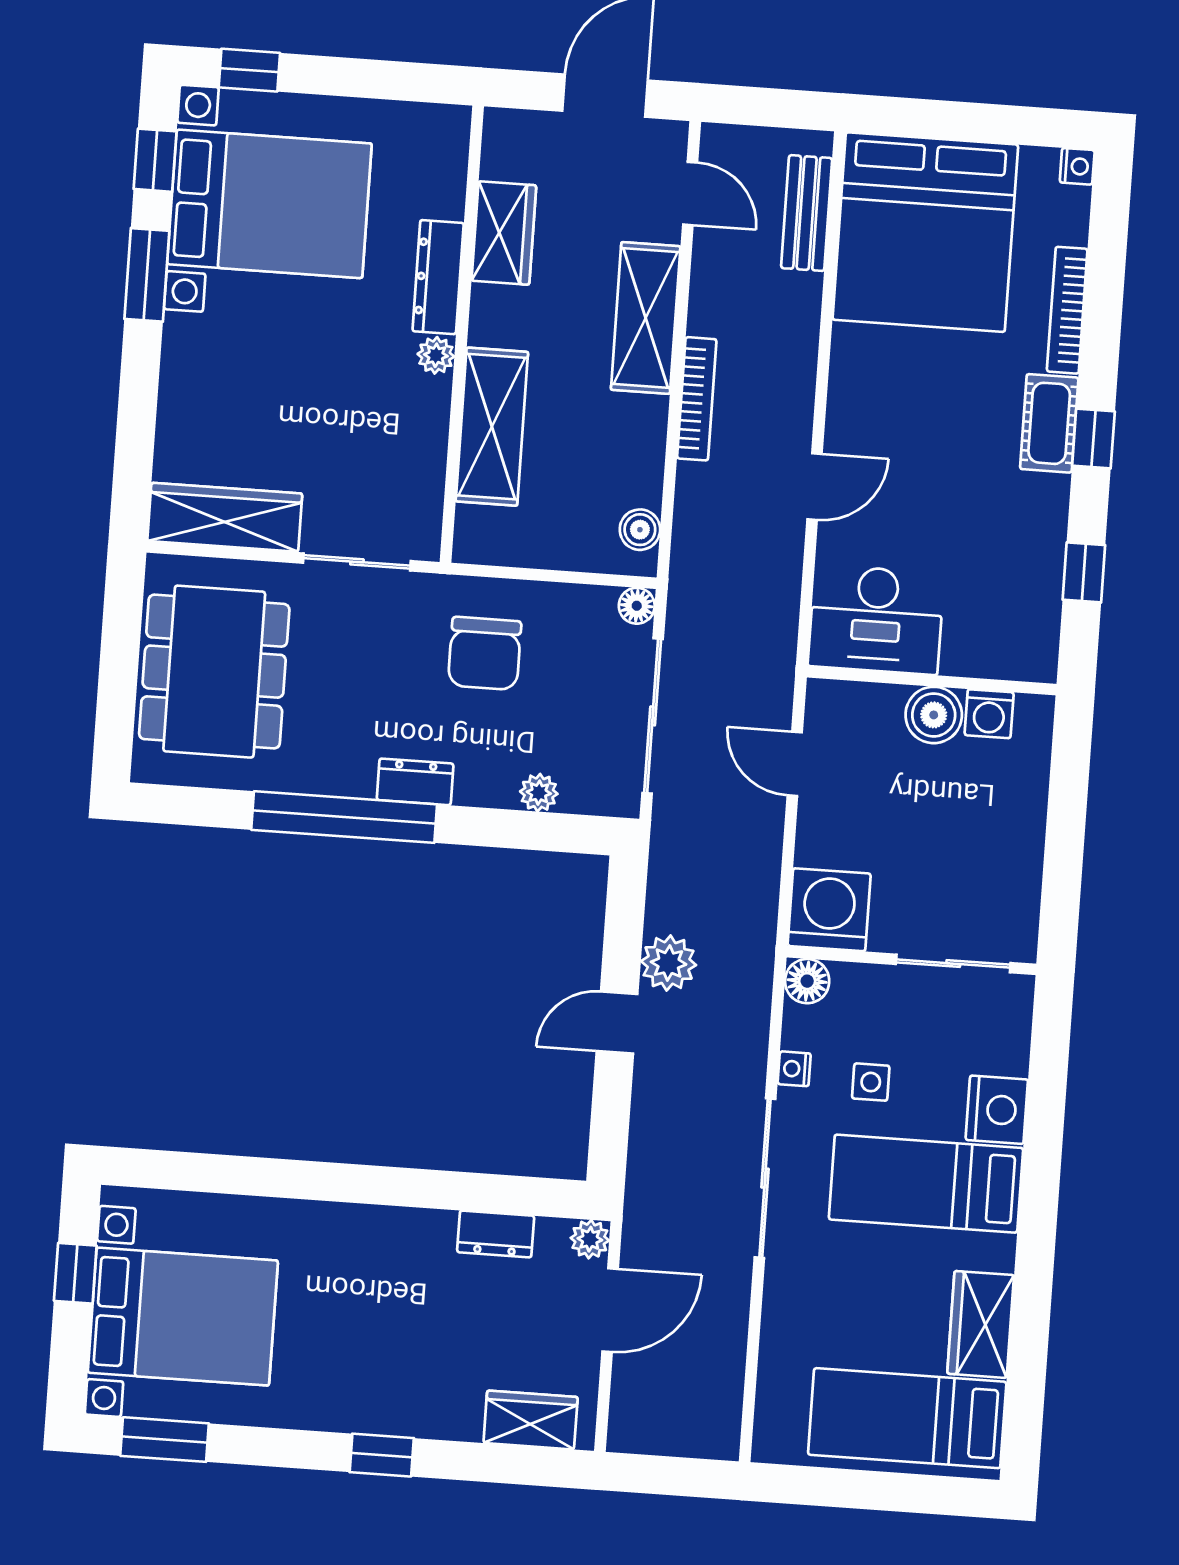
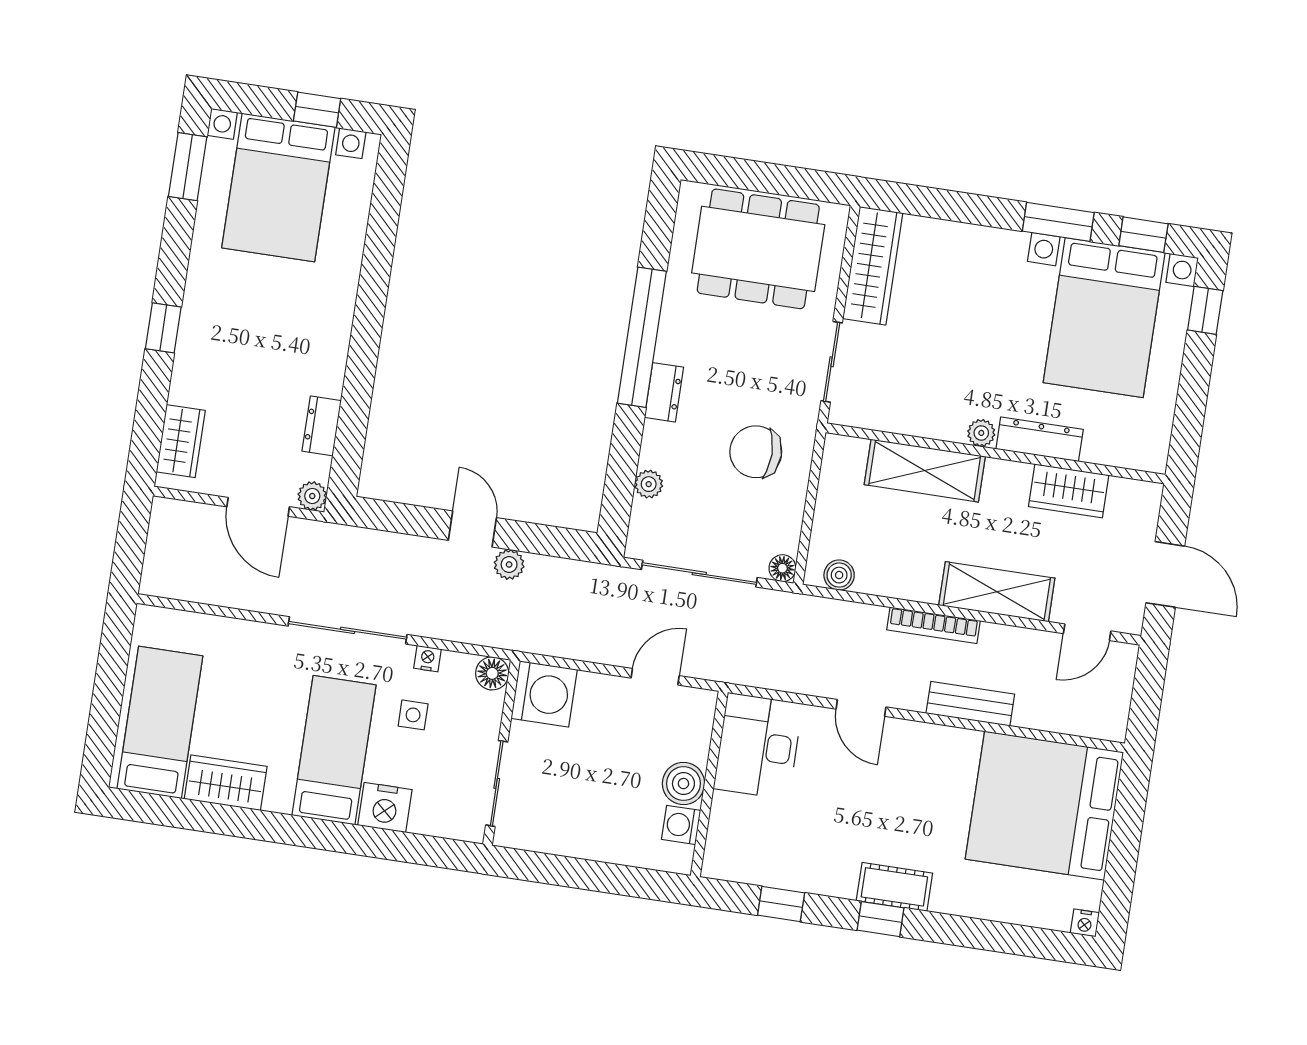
bench: (807, 213) -> (970, 704), moved
bookcase: (1067, 310) -> (978, 907), removed
plant: (669, 963) -> (509, 564), width x0.73, depth x0.73

